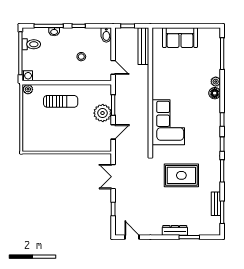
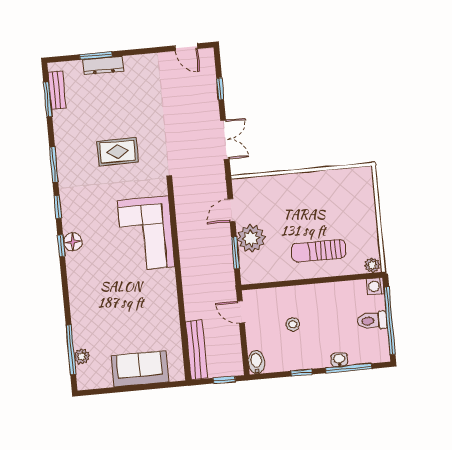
toilet: (31, 44) -> (372, 321), moved
plant: (216, 82) -> (82, 356), moved
floor lamp: (215, 93) -> (73, 242), moved
rug: (181, 175) -> (117, 152), width x0.73, depth x0.70
bench: (216, 204) -> (57, 90), moved
dresser: (175, 230) -> (103, 65), moved

